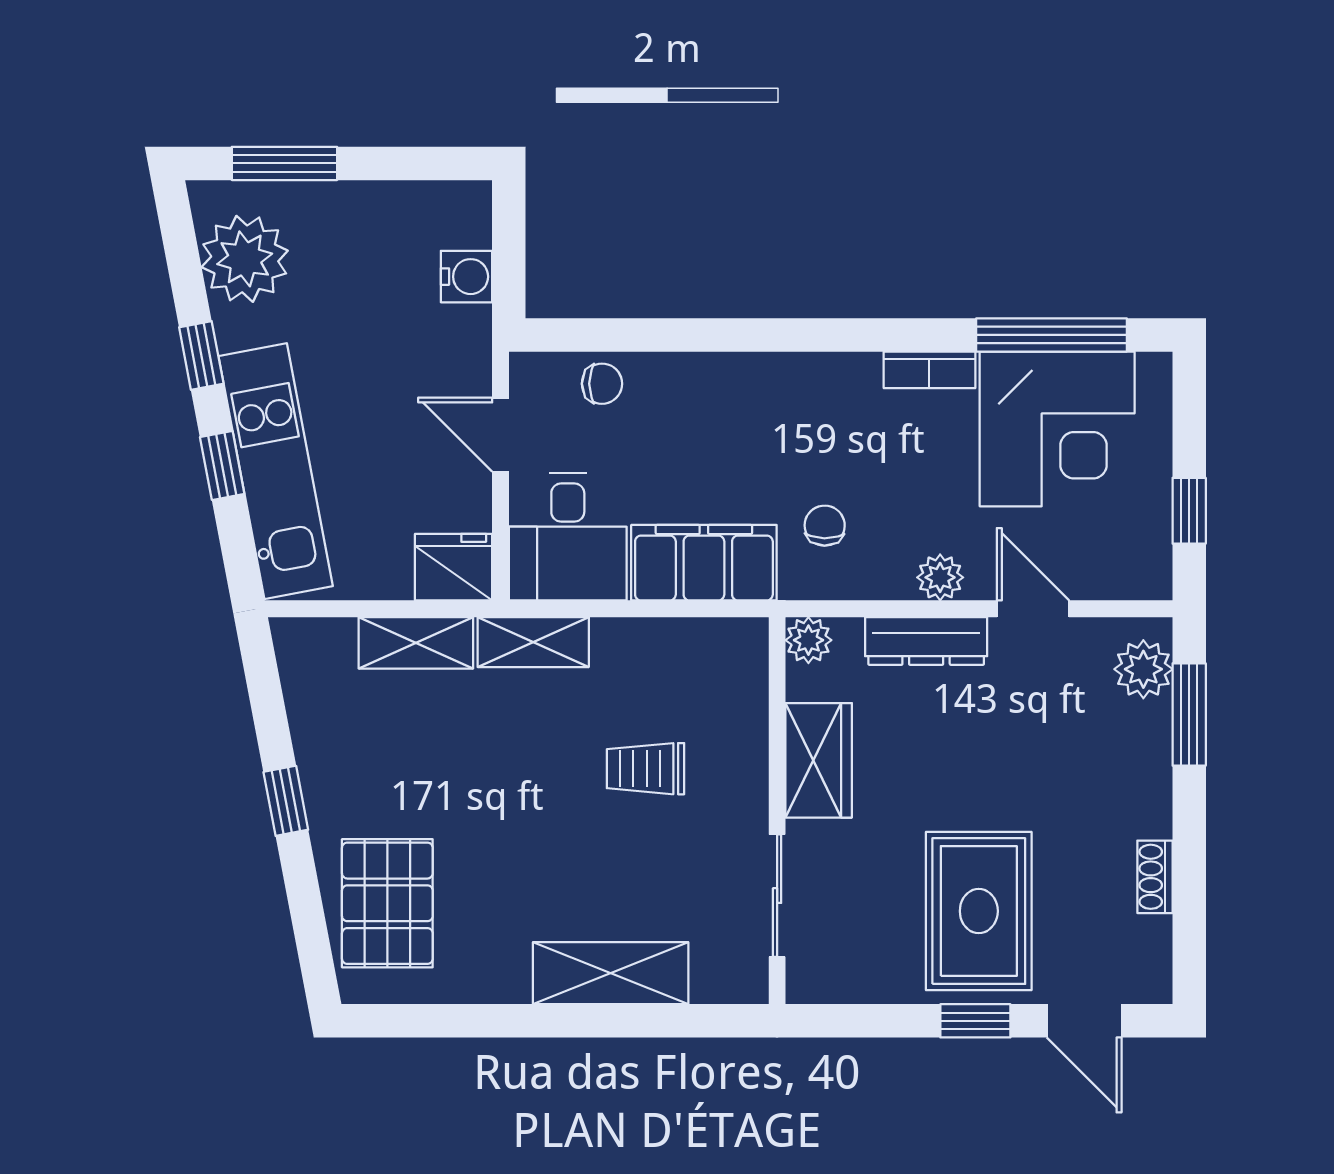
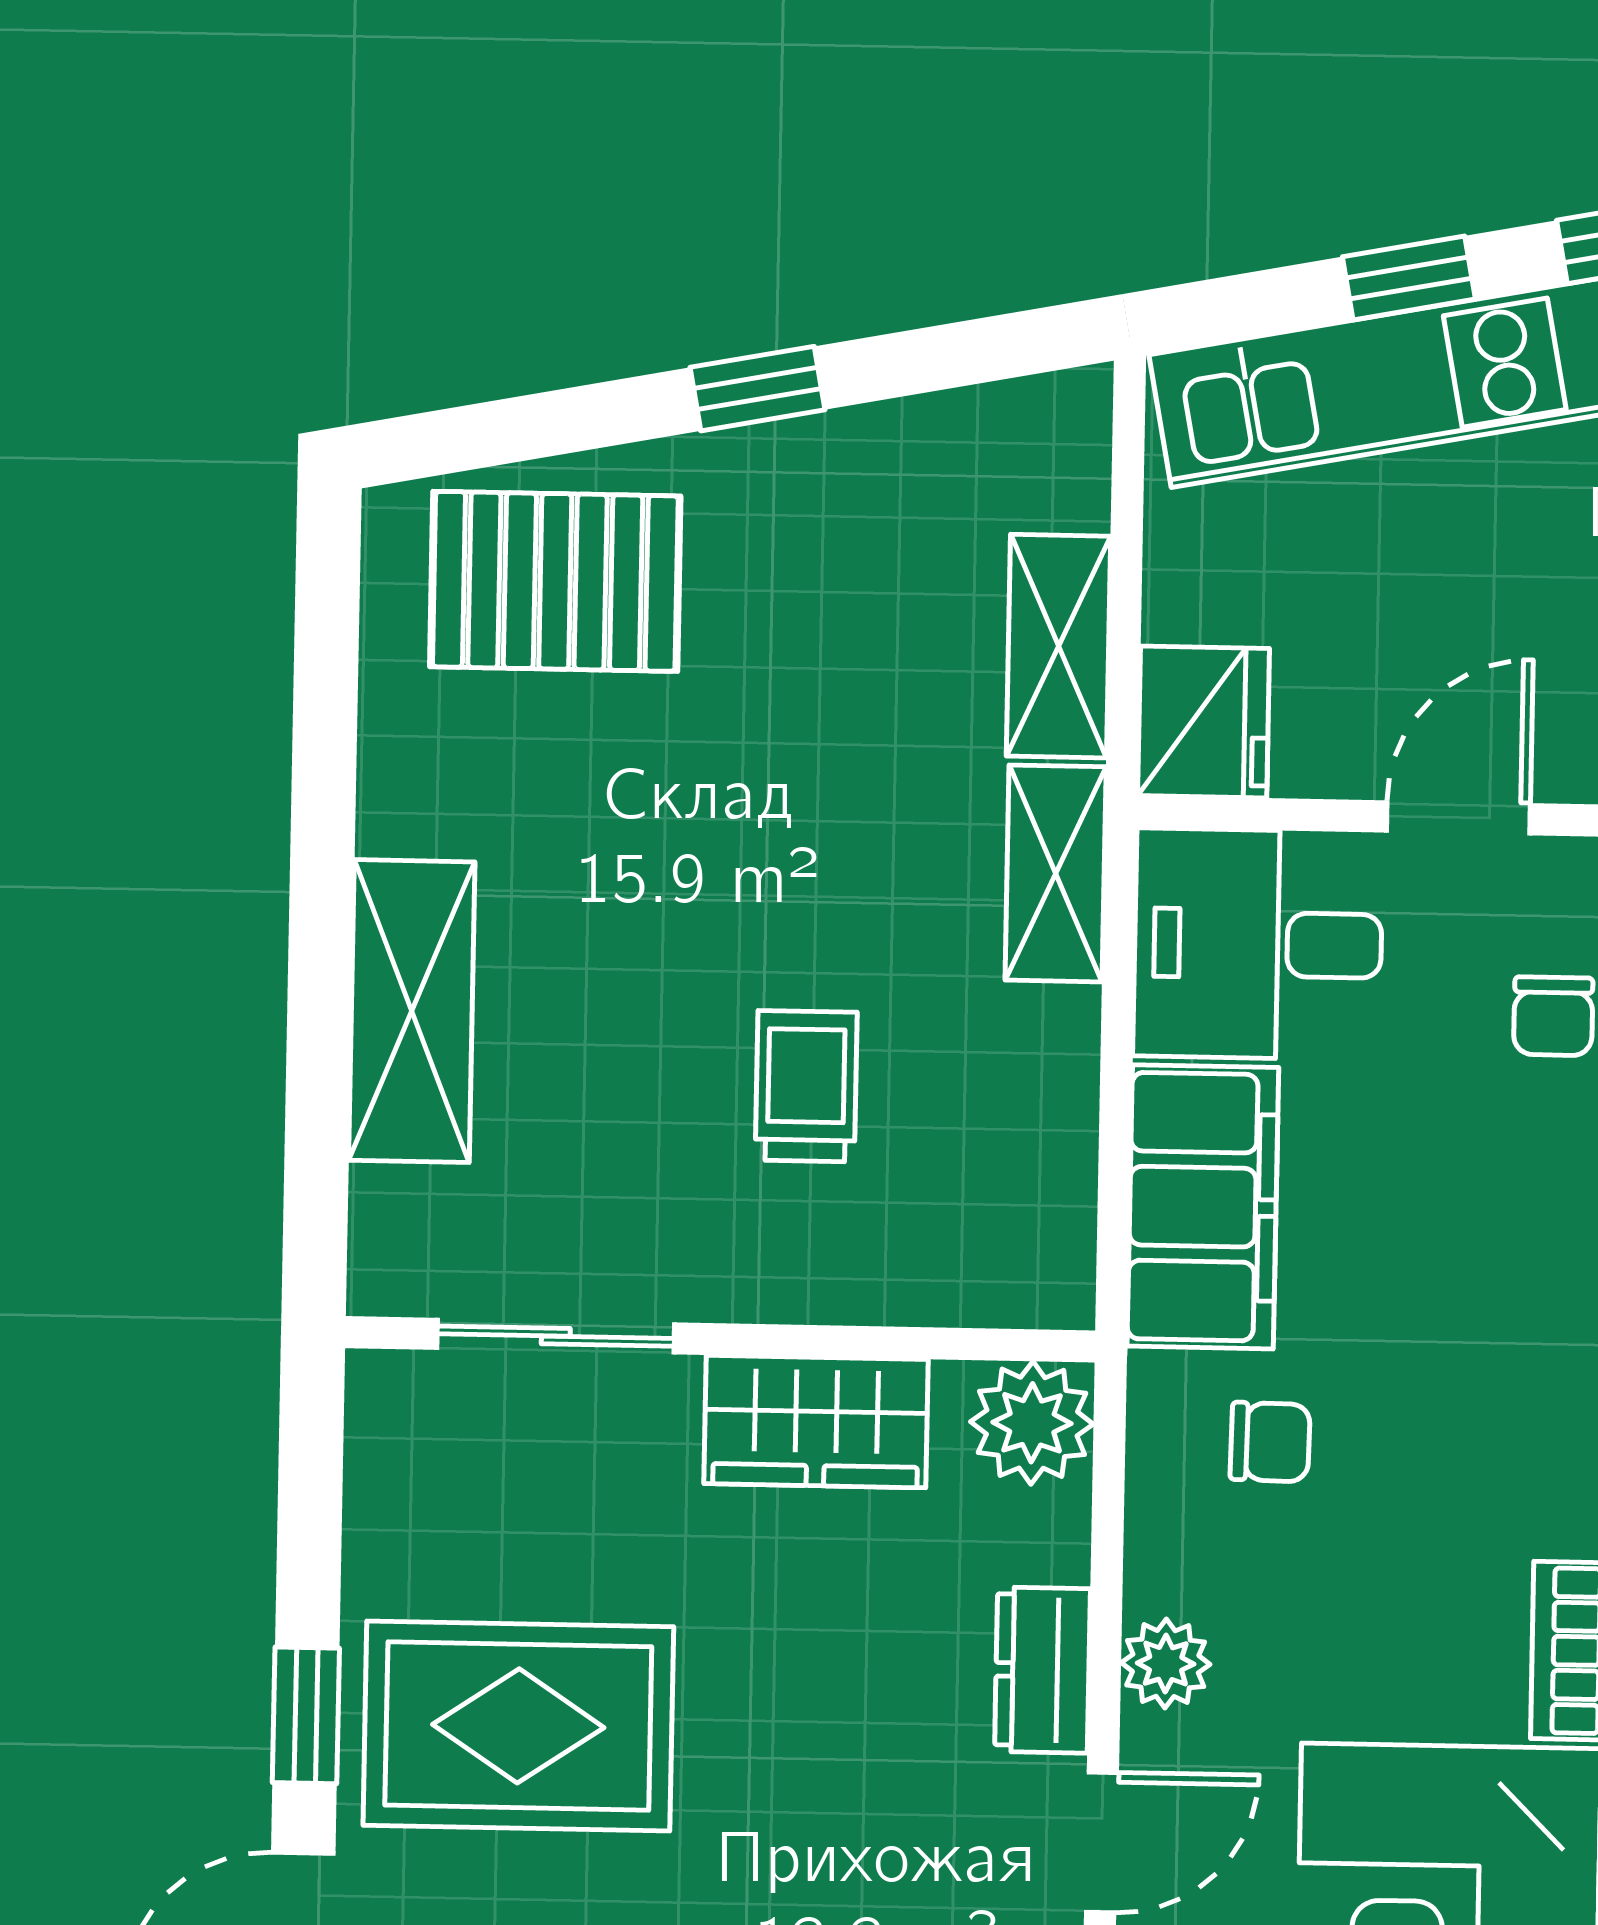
plant: (808, 640) -> (1032, 1423), width x1.38, depth x1.38
dresser: (926, 641) -> (1042, 1670), width x0.70

